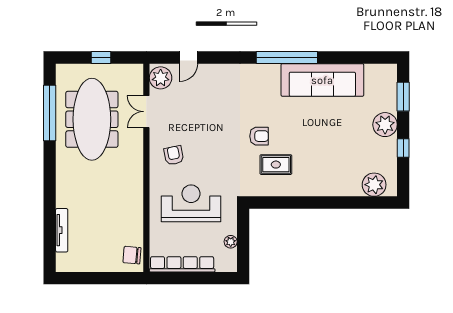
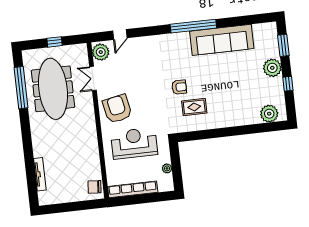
armchair: (174, 155) -> (117, 109), width x1.88, depth x1.88

